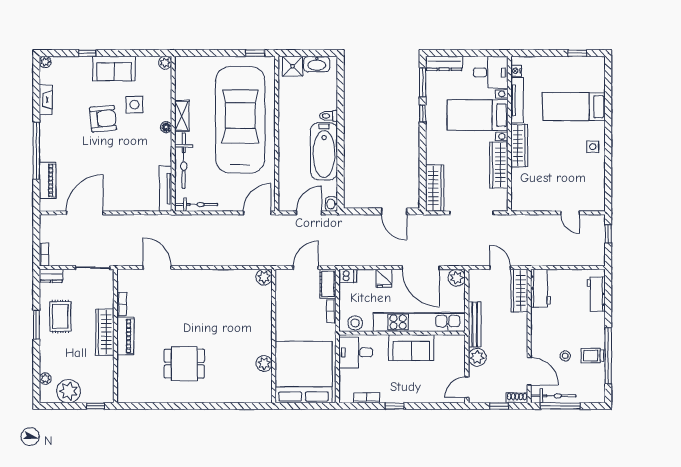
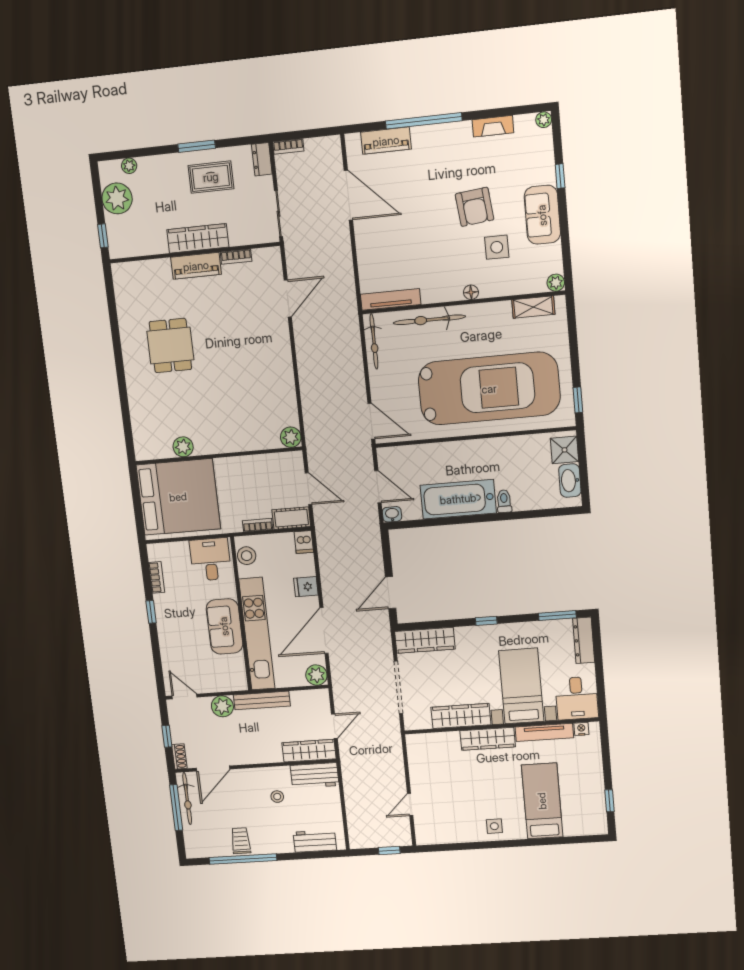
window: (423, 114) -> (486, 621), moved
shelving: (182, 116) -> (533, 307), moved
stool: (565, 356) -> (277, 797), moved

